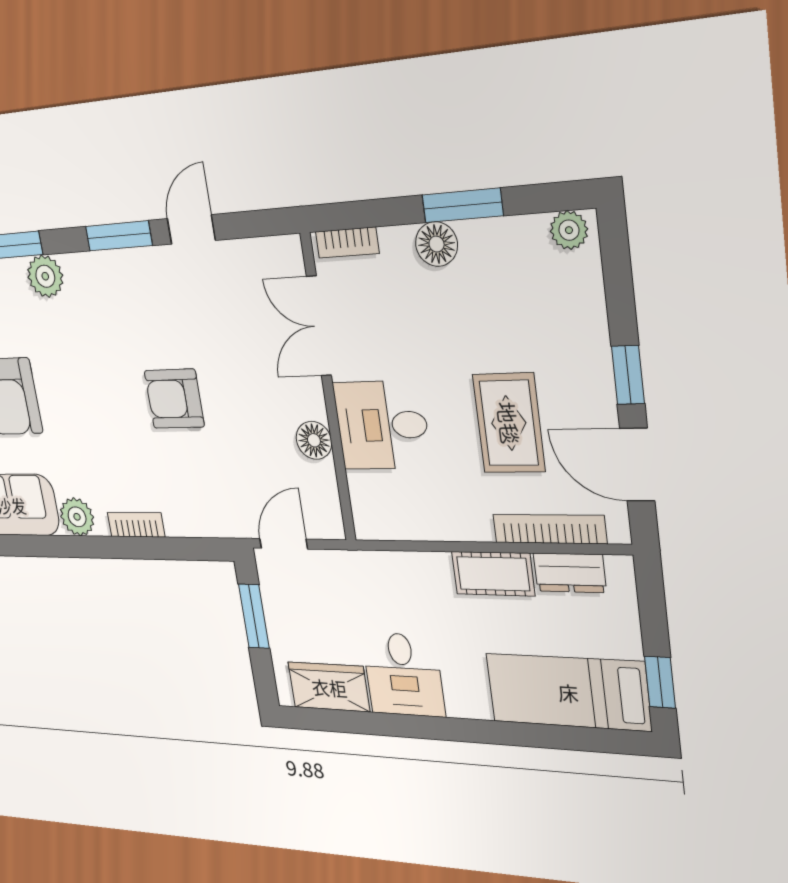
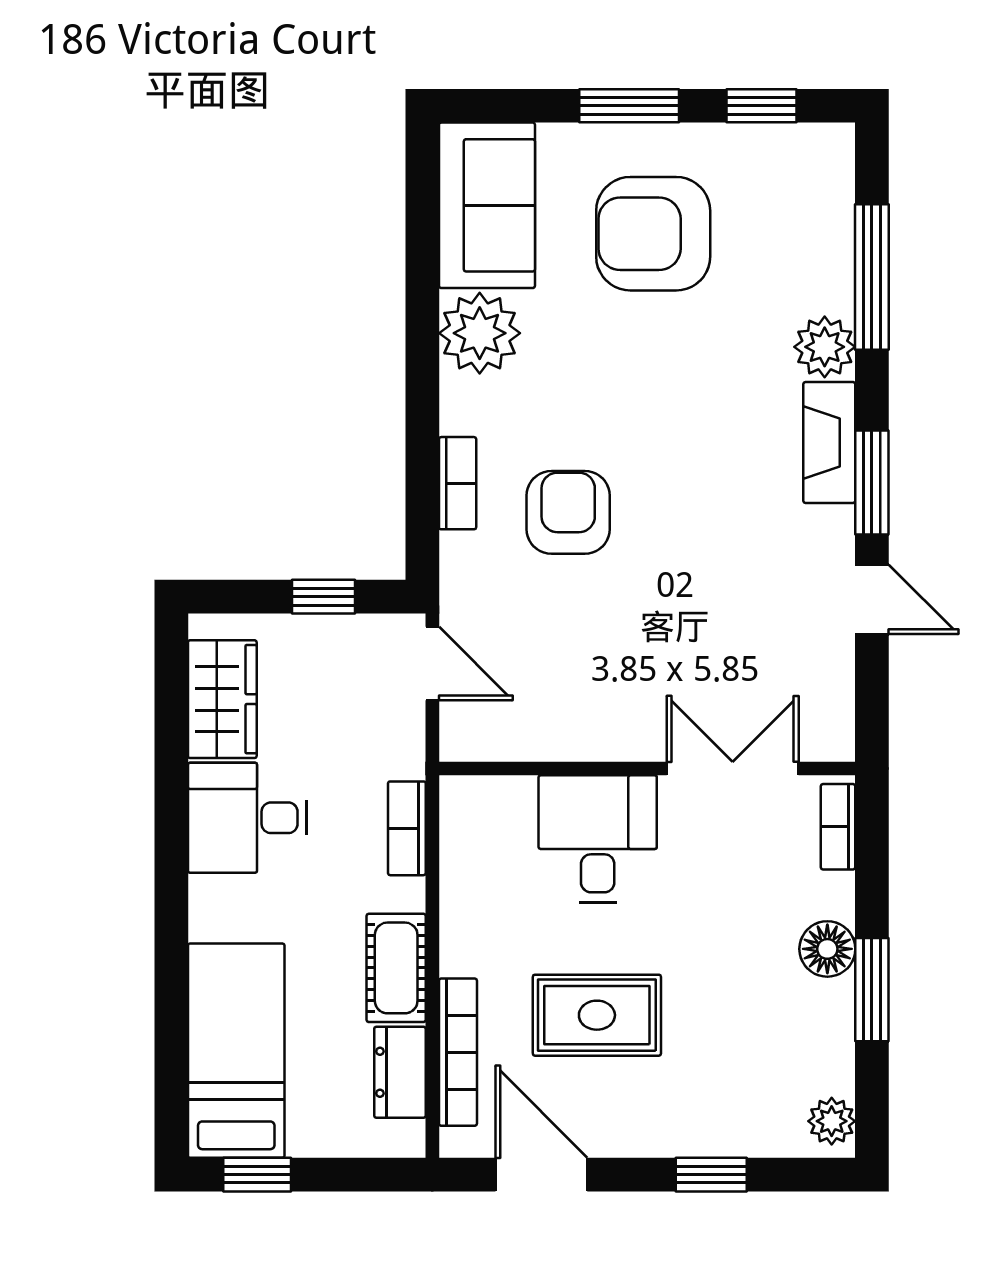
fireplace: (100, 269) -> (829, 442), added
window: (628, 375) -> (711, 1175), moved
armchair: (174, 399) -> (568, 512), moved
floor lamp: (314, 440) -> (579, 735), removed
door: (637, 465) -> (541, 1175), hinge flipped
plant: (77, 517) -> (480, 333), width x1.36, depth x1.36
bookcase: (136, 525) -> (458, 483), moved
bookcase: (394, 564) -> (407, 828), added
window: (254, 616) -> (323, 597), width x0.67

